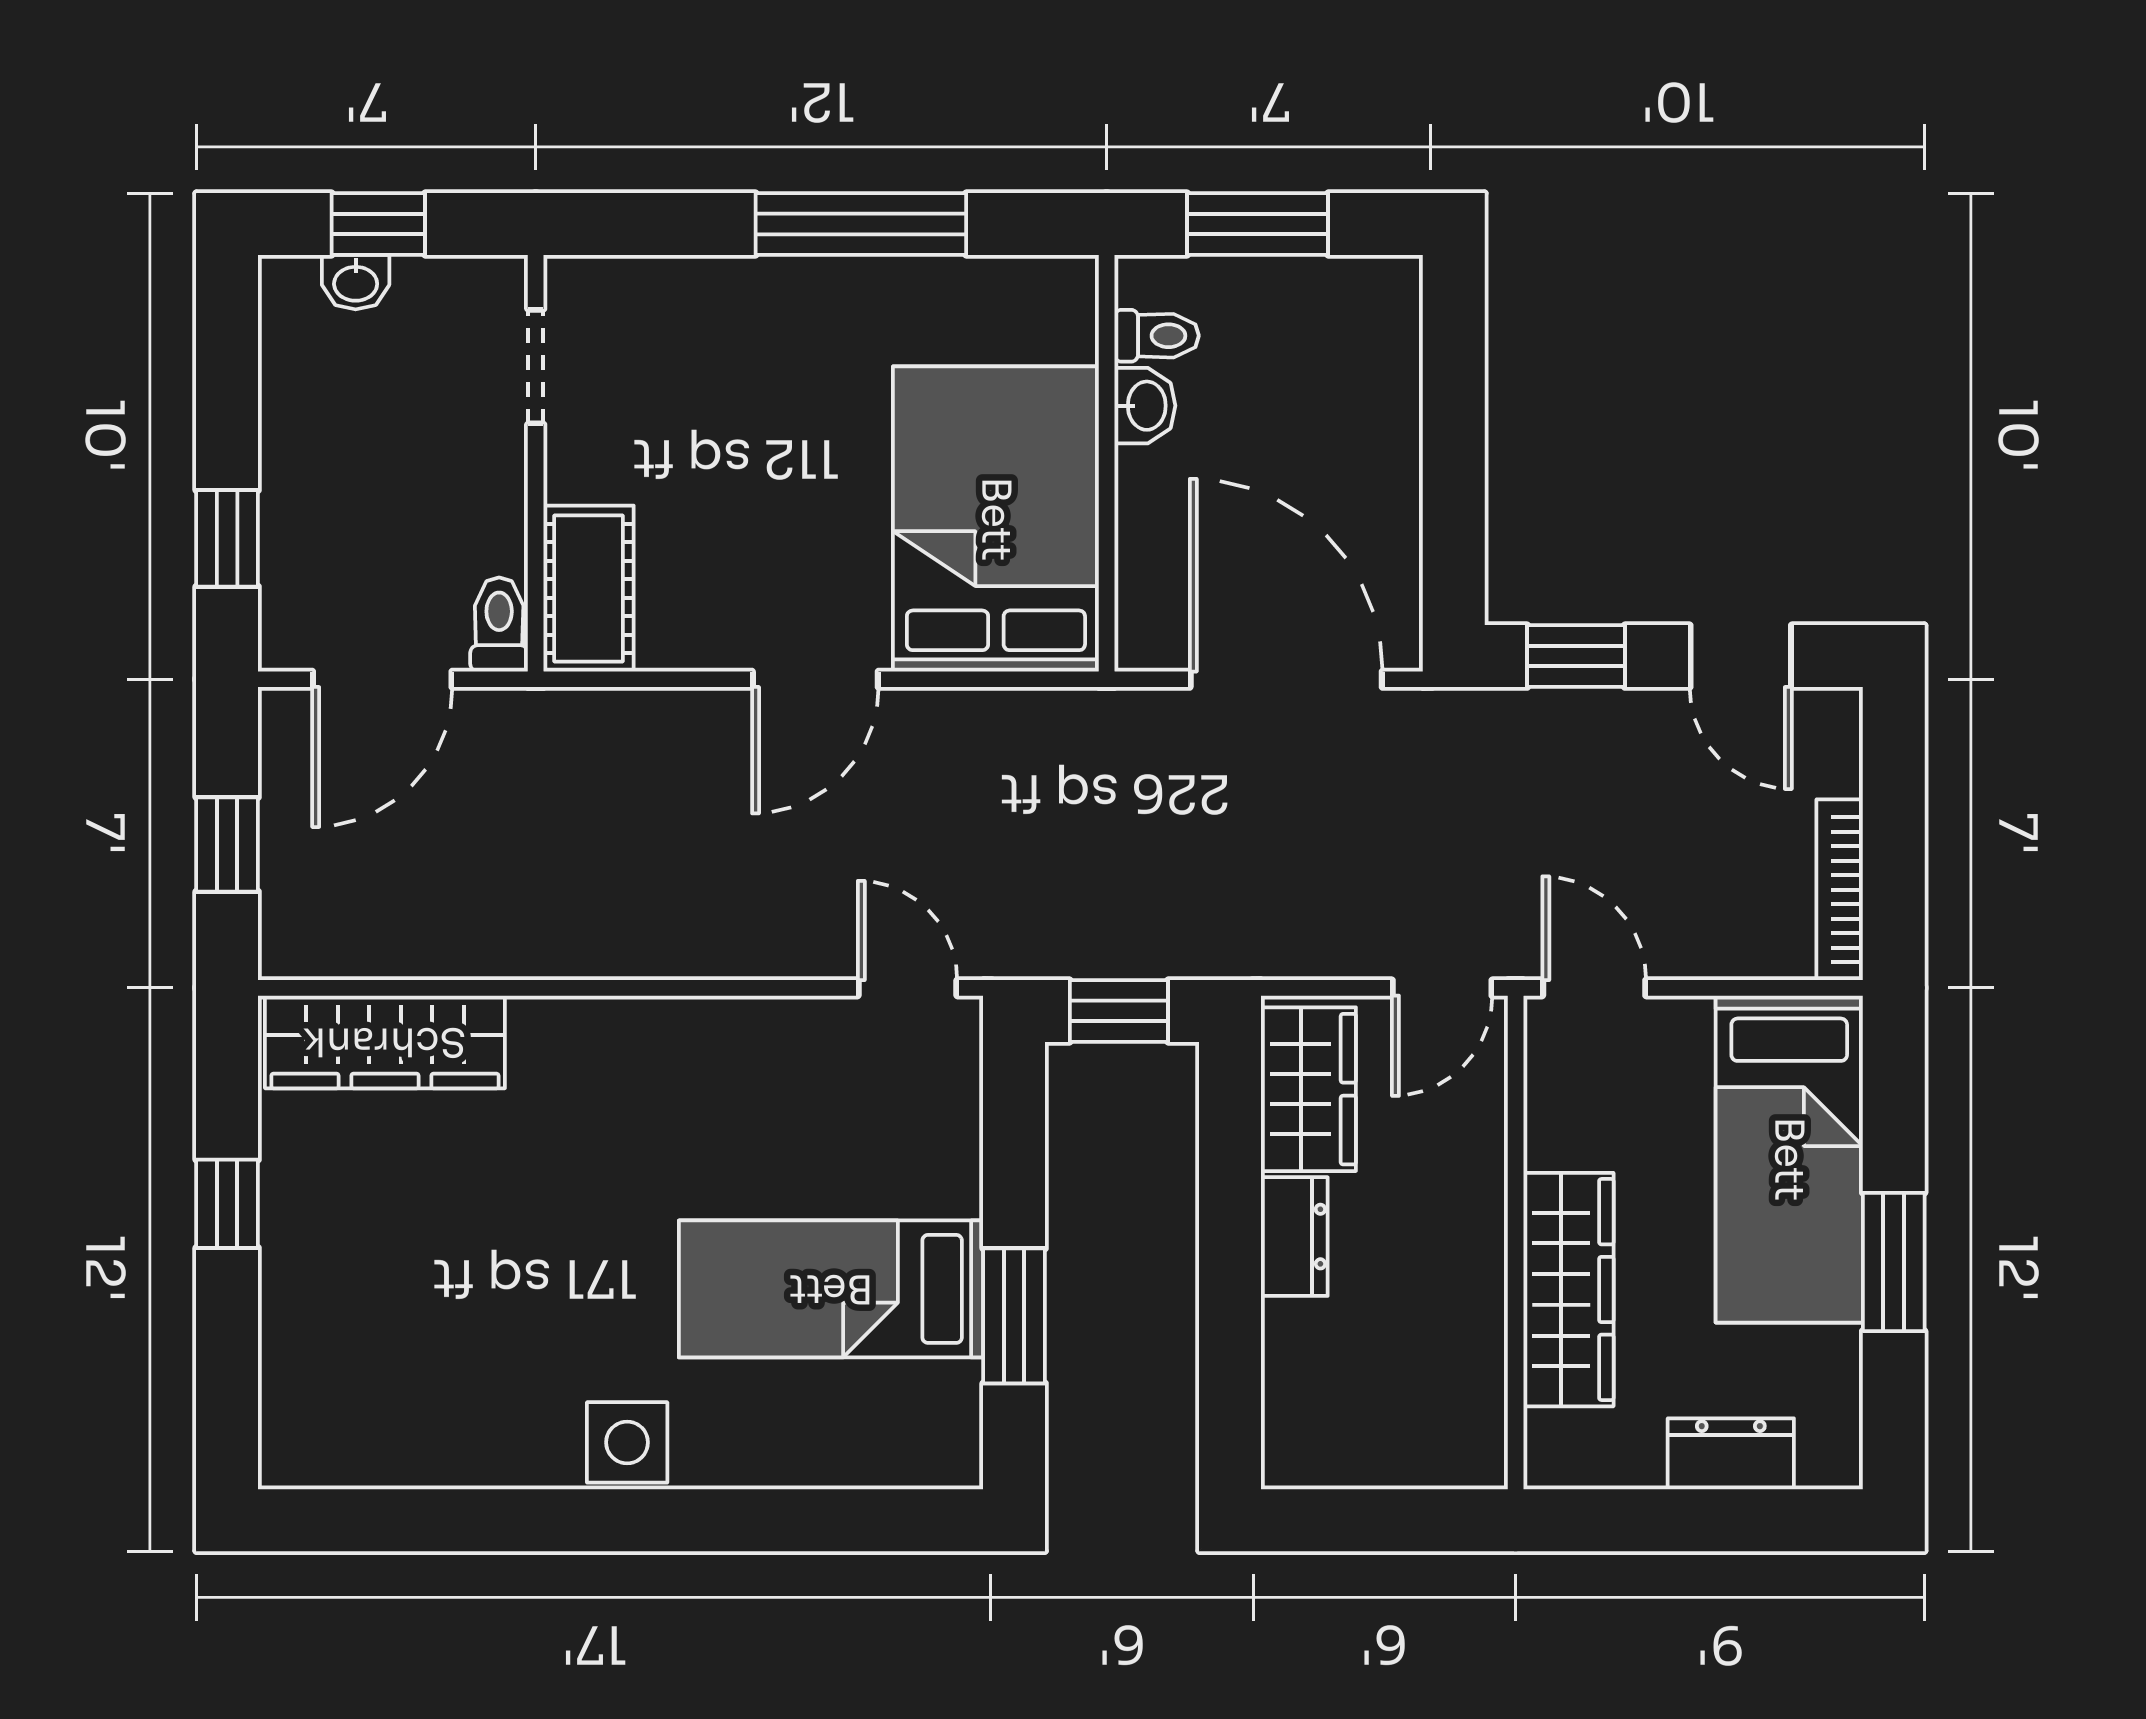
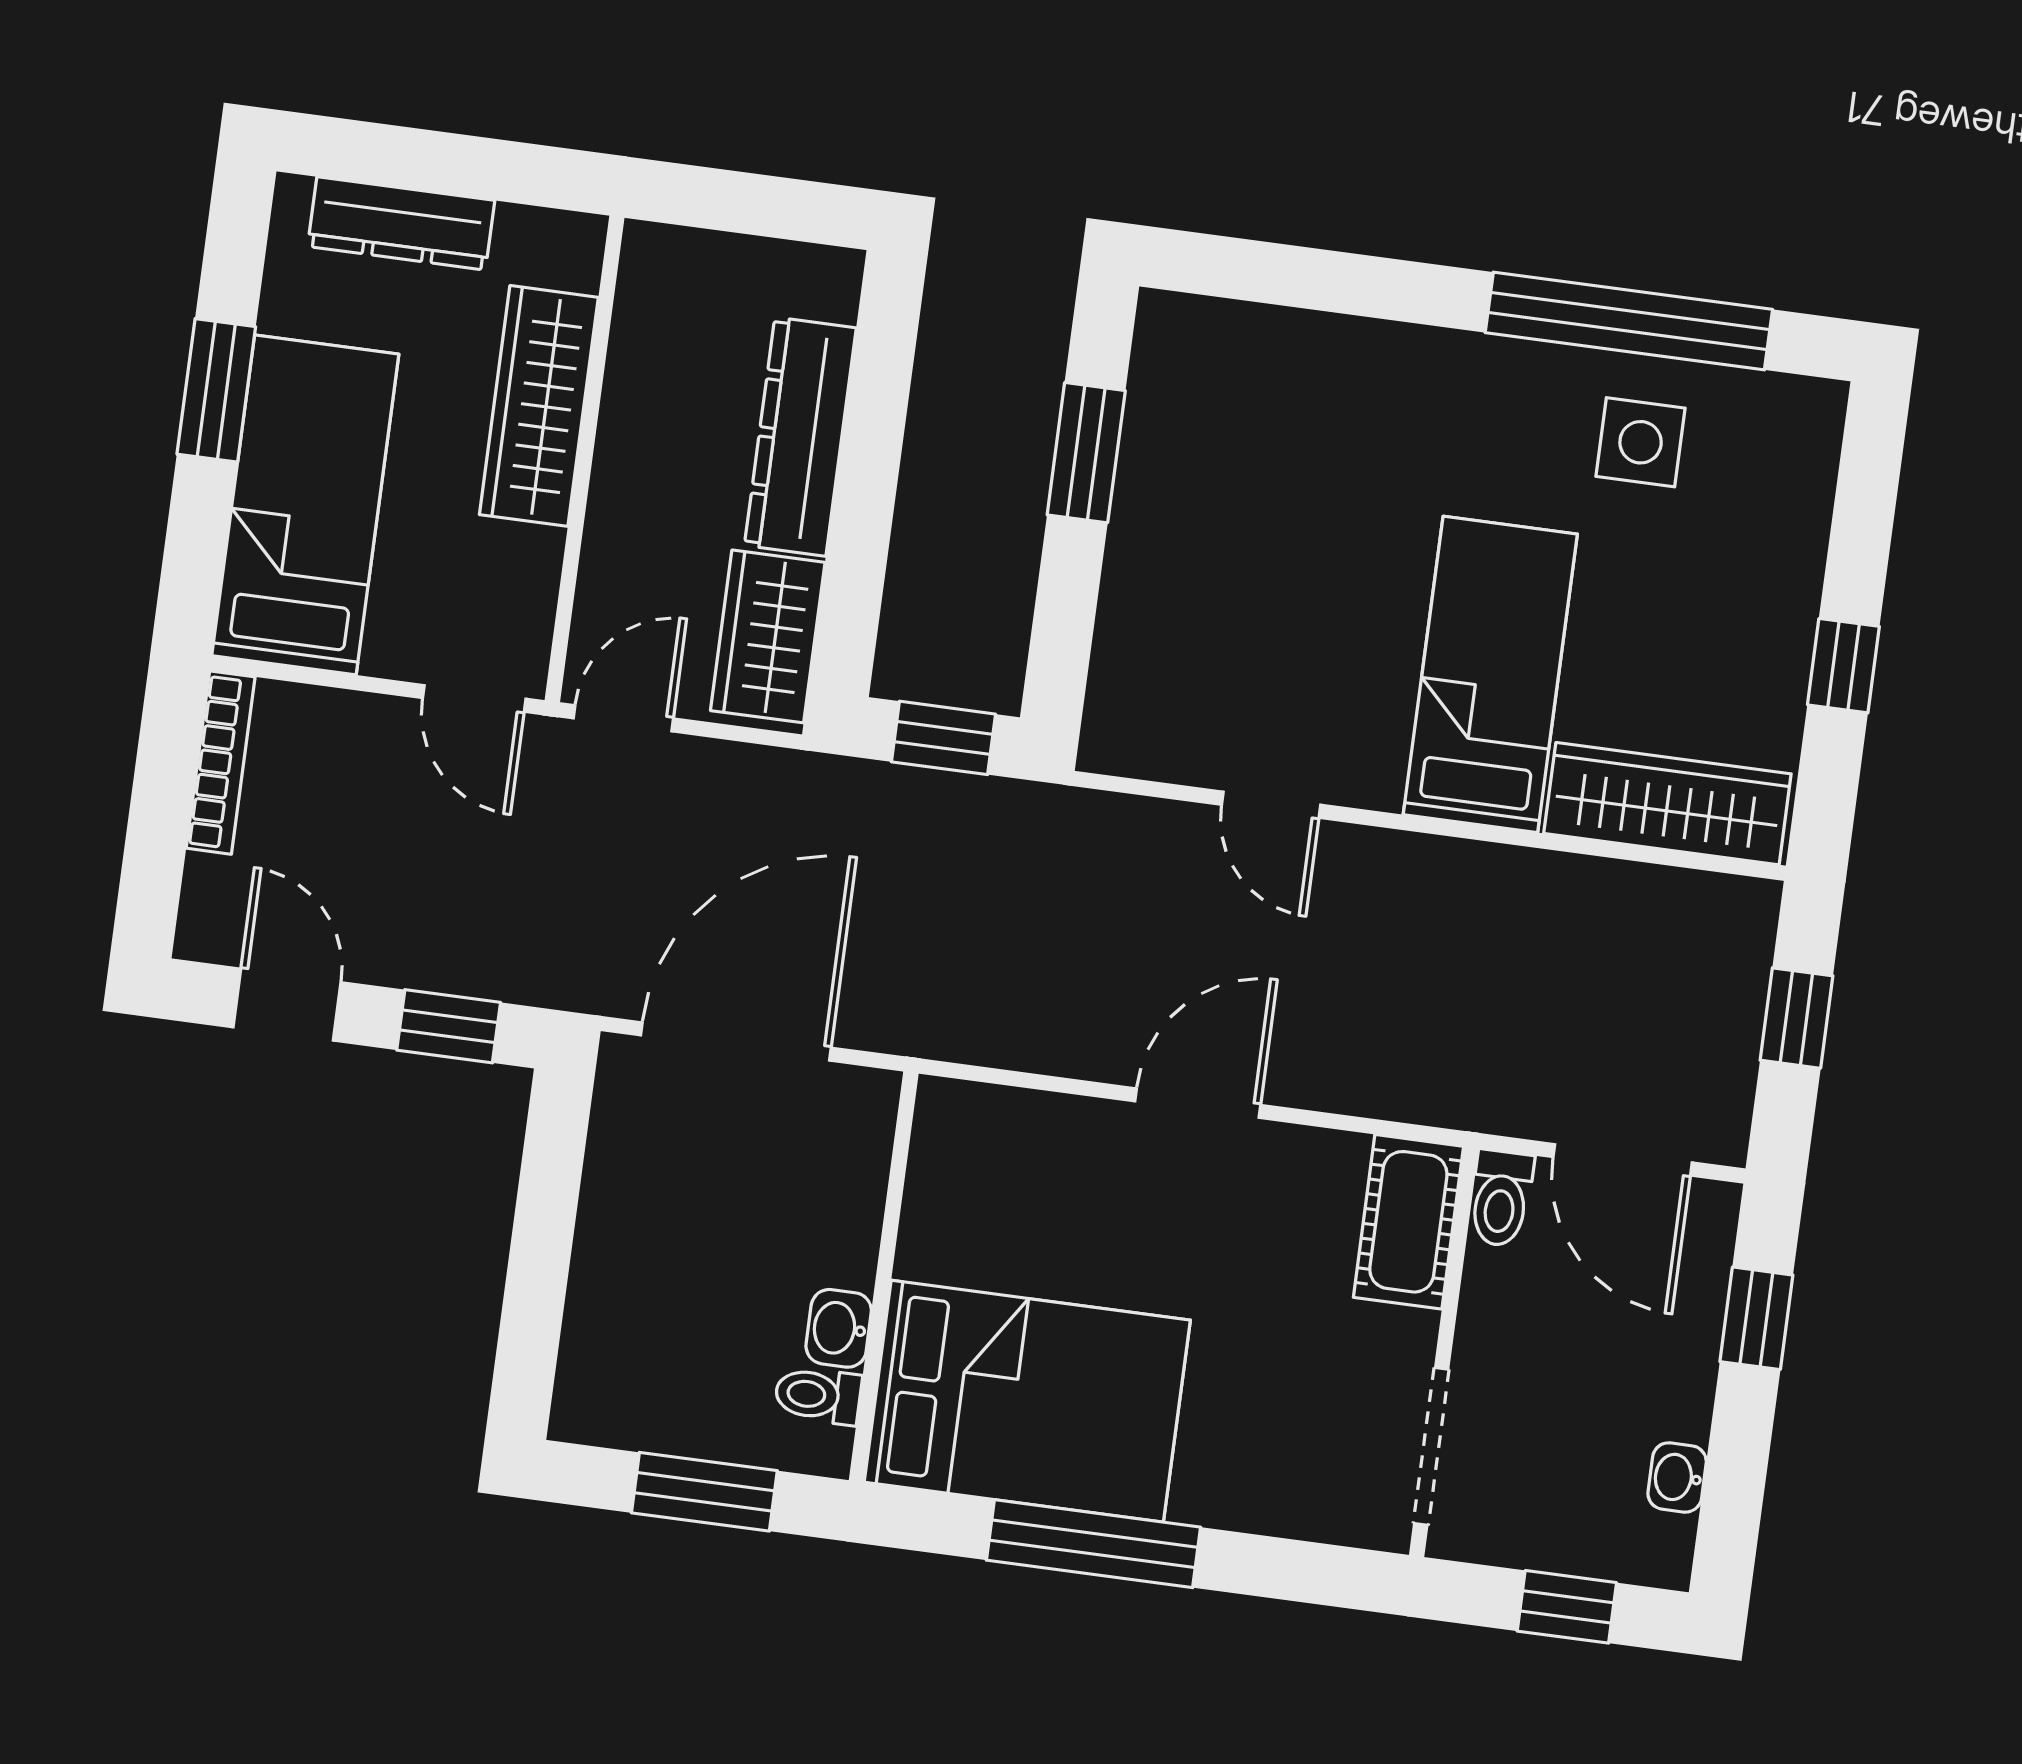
washbasin: (356, 282) -> (1677, 1477), moved, turned -90
doorway: (536, 367) -> (1431, 1446), width x1.38
bed: (996, 519) -> (1027, 1401), moved, turned -90
door: (382, 679) -> (1623, 1160), swing flipped
door: (1286, 679) -> (736, 1041), swing flipped
door: (908, 988) -> (1271, 805), moved
dresser: (1294, 1237) -> (800, 437), width x1.96, depth x1.24
bed: (831, 1289) -> (1490, 674), moved, turned -90
side table: (627, 1442) -> (1641, 442), moved
dresser: (1731, 1454) -> (401, 223), width x1.44
window: (488, 1520) -> (1629, 321), added

